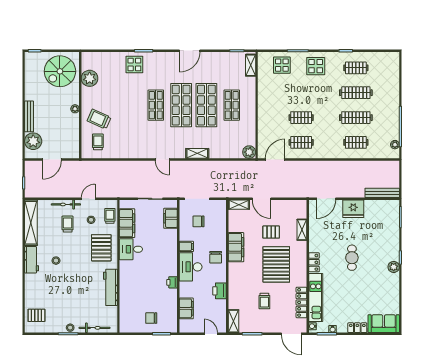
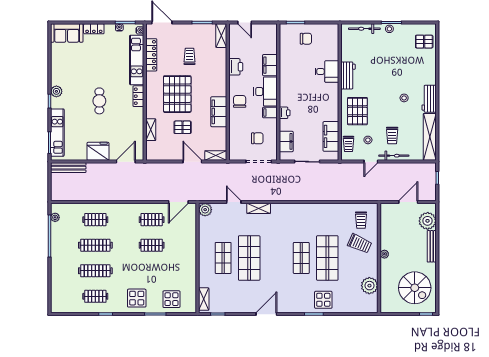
spiral stairs: (60, 71) -> (415, 288), moved, turned 90
shop shelf: (181, 105) -> (327, 258), moved
door: (162, 160) -> (234, 202), moved
kitchen unit: (393, 227) -> (57, 133), added
desk: (131, 249) -> (327, 71), moved
printer: (172, 282) -> (285, 113), moved
workbench: (110, 287) -> (348, 75), width x0.73
filing cabinet: (186, 308) -> (270, 65), moved

